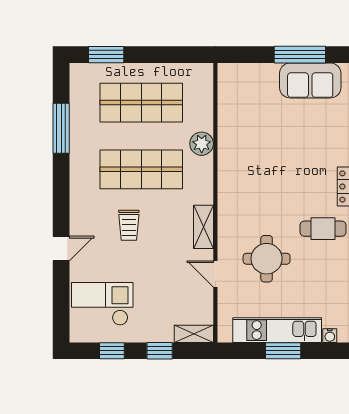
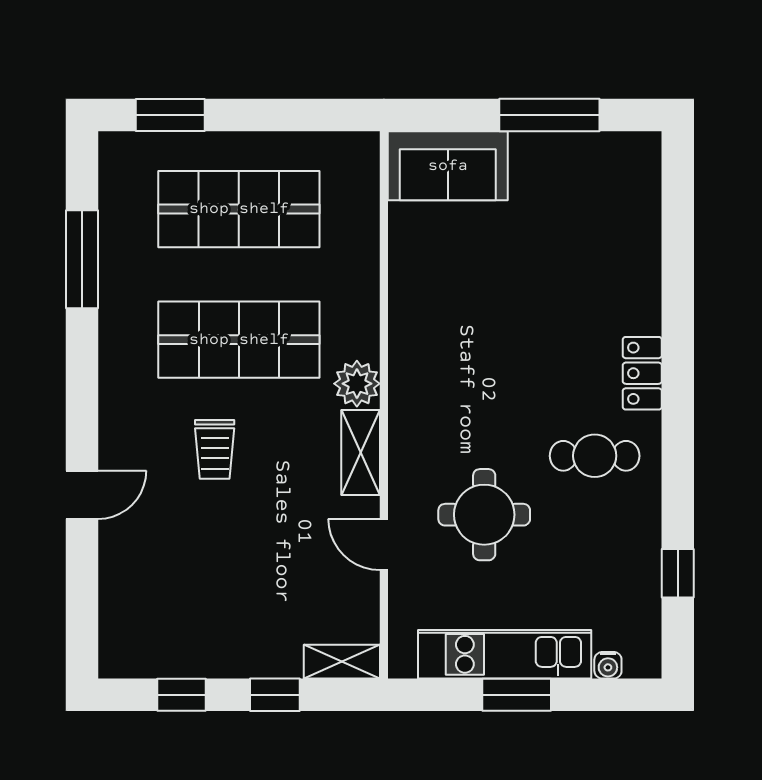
sofa: (310, 80) -> (448, 166), moved
plant: (202, 144) -> (357, 384), moved
checkout: (102, 304) -> (163, 603), removed

